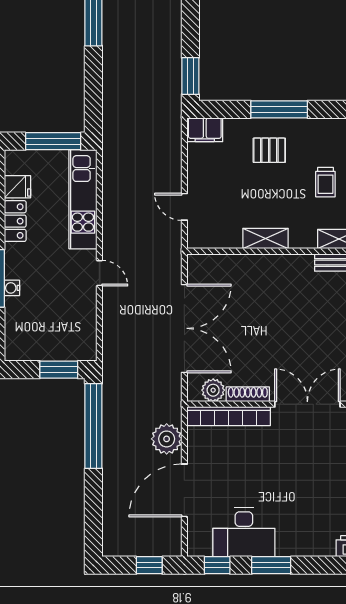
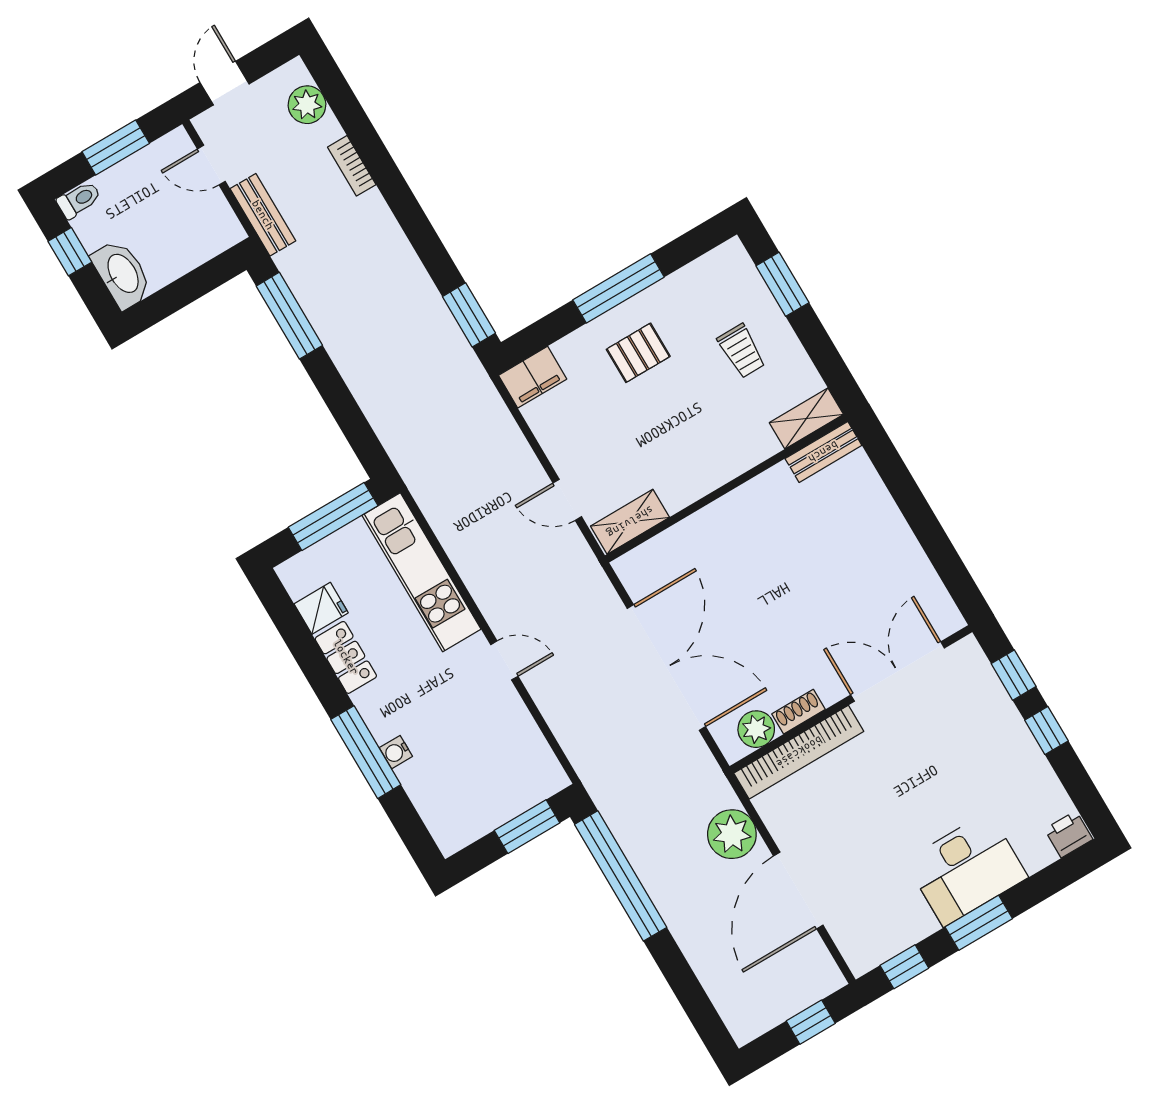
shelving: (266, 238) -> (630, 522), moved
shoe rack: (248, 394) -> (798, 712), width x0.70
desk: (244, 532) -> (966, 869), moved

